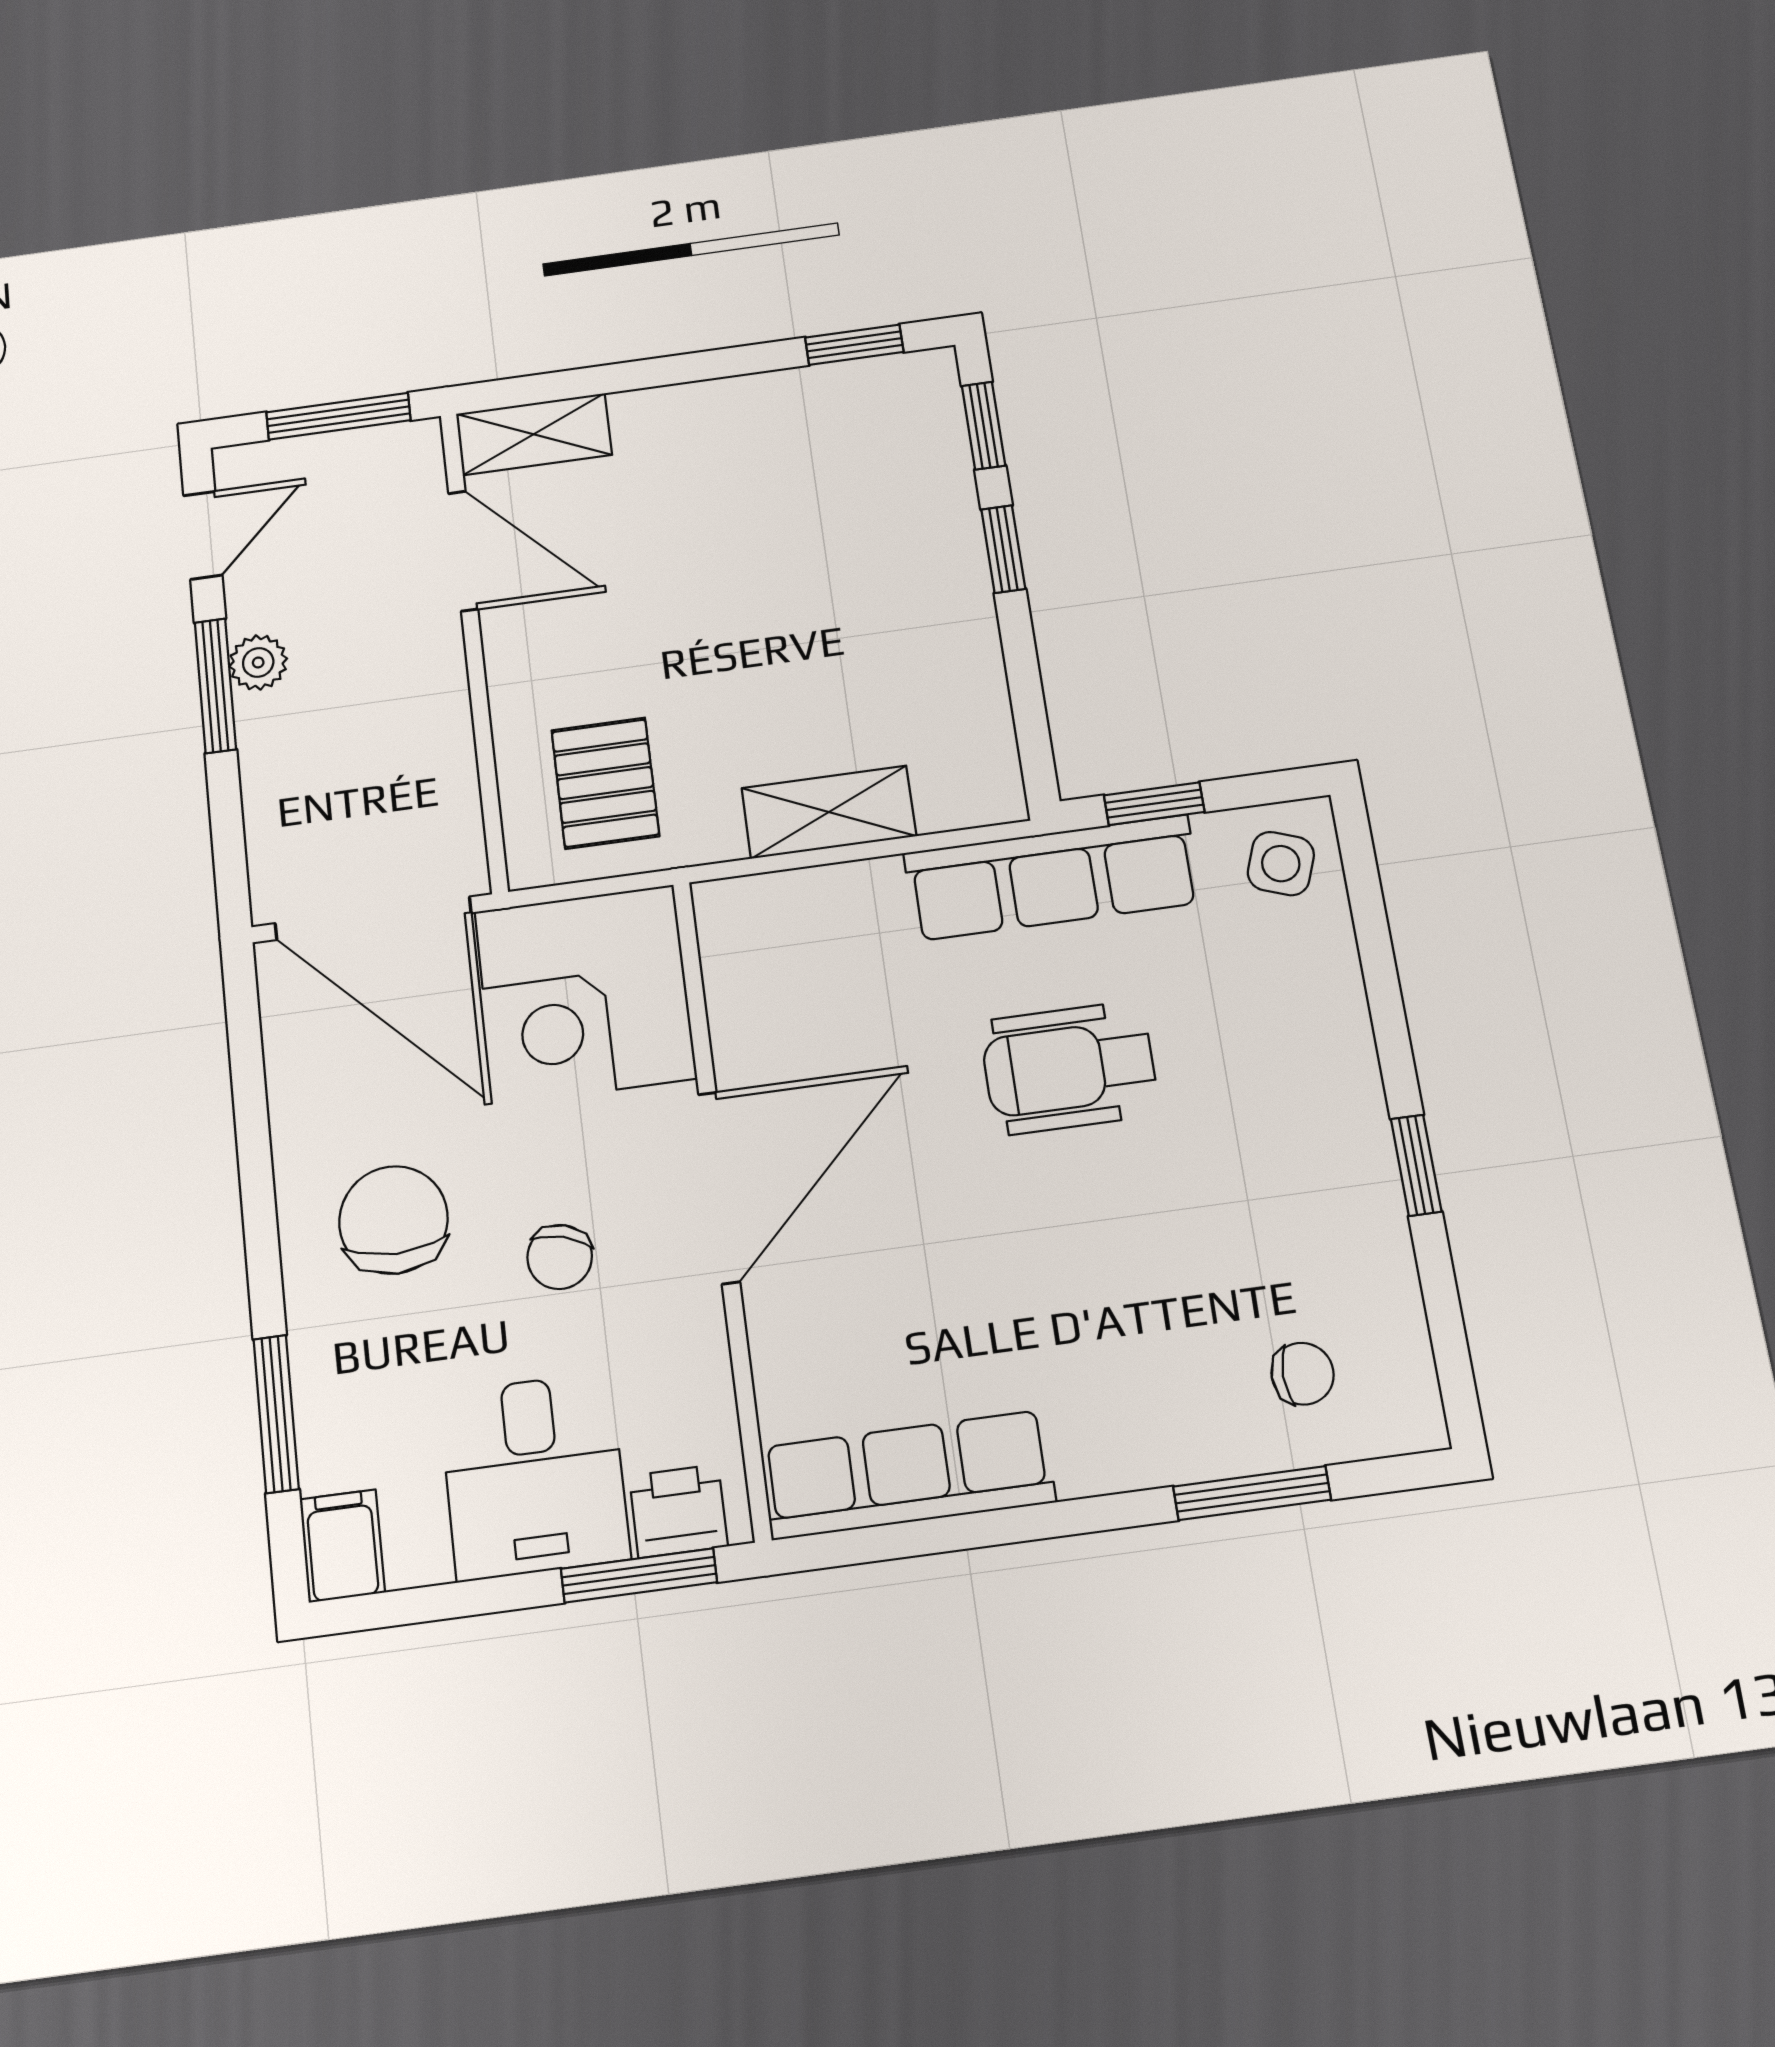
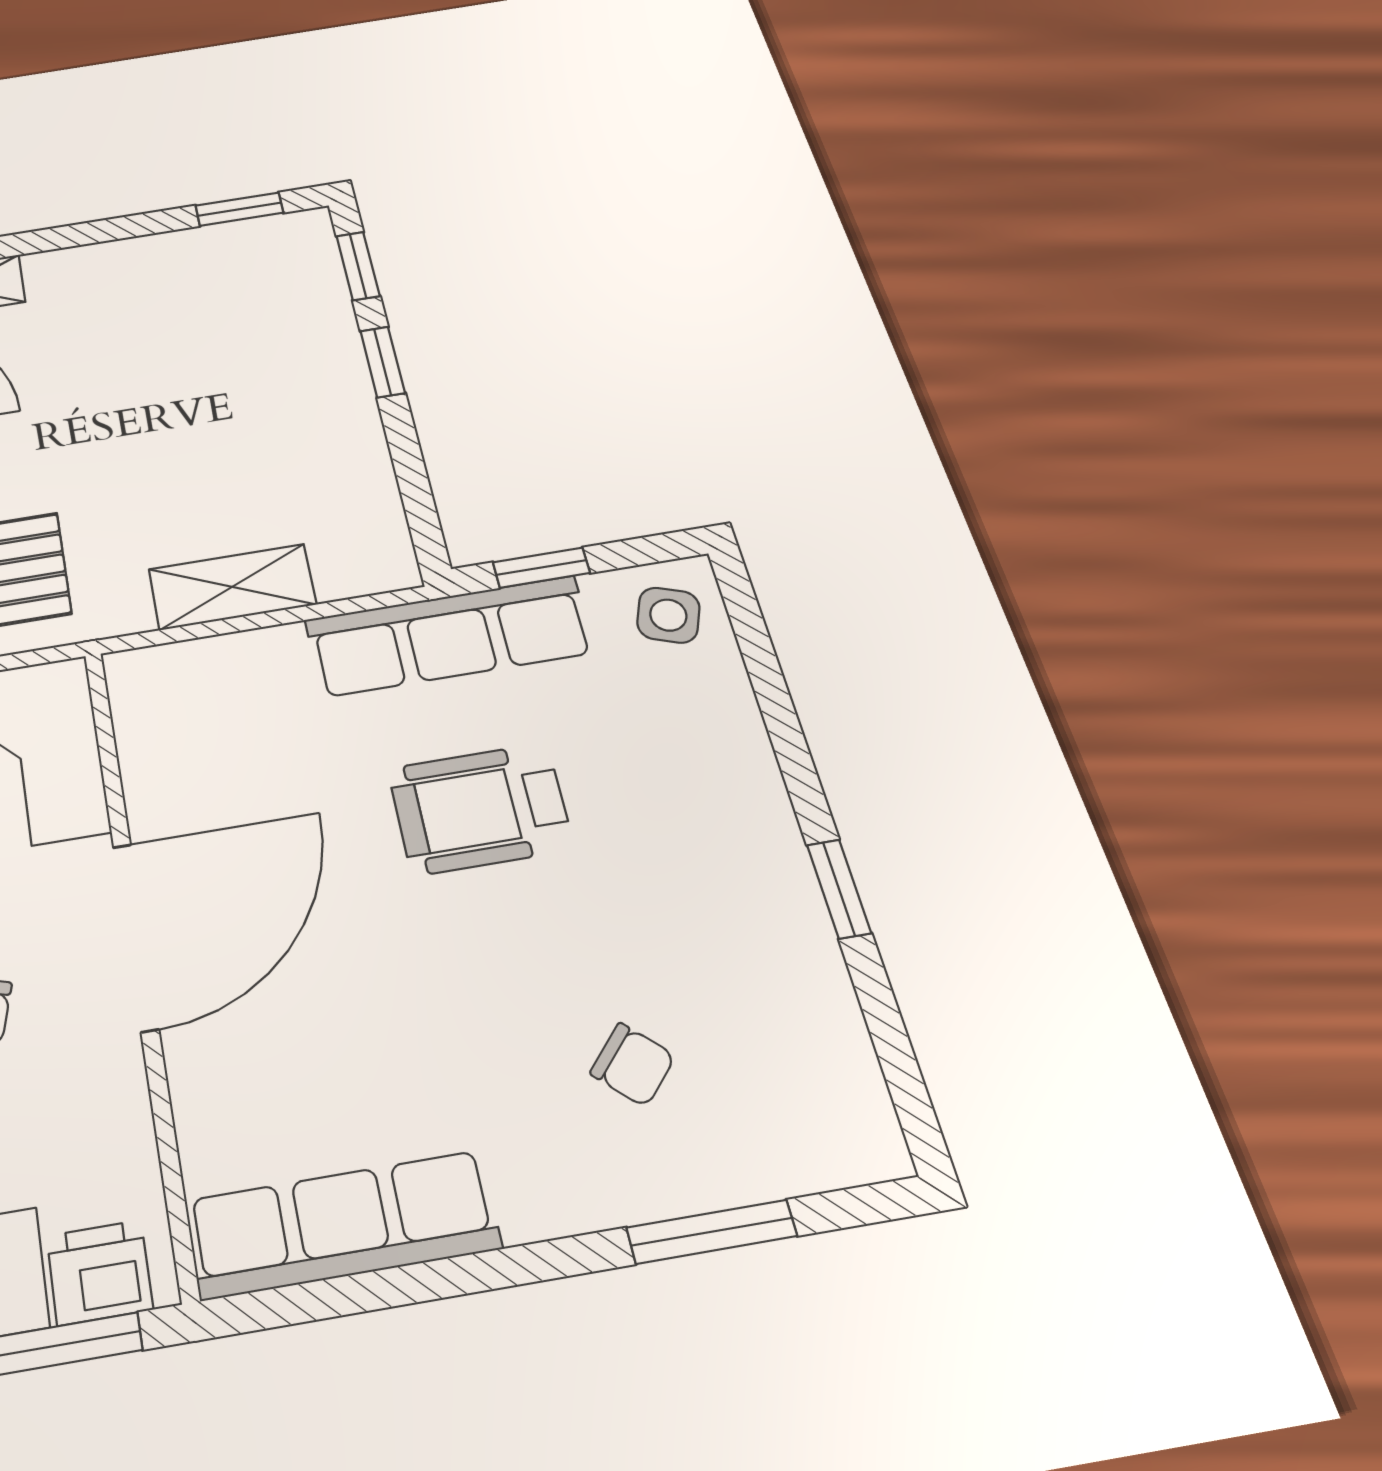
chair: (1303, 1374) -> (633, 1065), moved, turned 43

